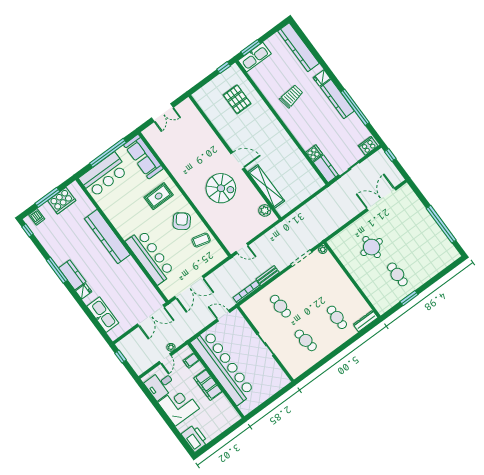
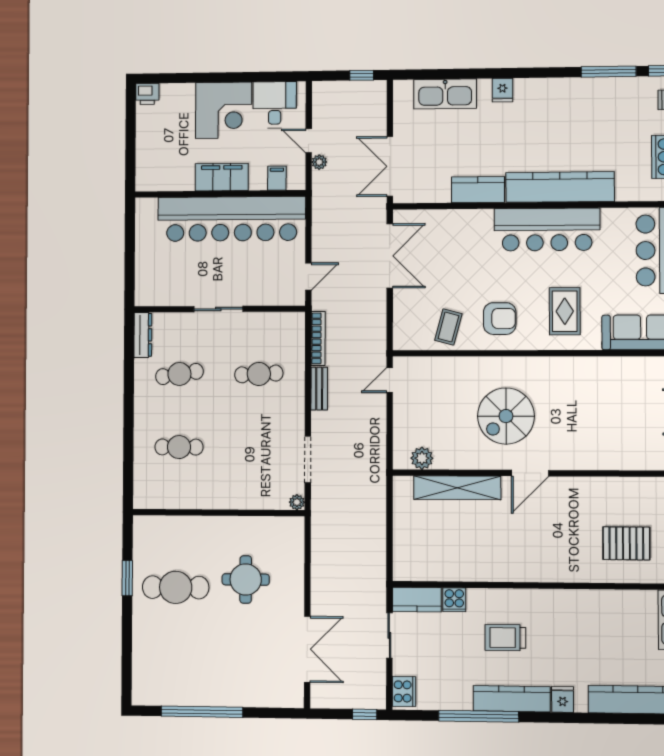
trolley: (291, 96) -> (505, 638), moved, turned 99
armchair: (182, 221) -> (500, 319), turned -40
bar counter: (150, 257) -> (547, 230), moved
window: (57, 270) -> (609, 72), moved
cafe table: (397, 274) -> (176, 587), width x1.37, depth x1.35
kitchen counter: (72, 275) -> (478, 190), moved, turned 180
double door: (189, 287) -> (390, 256), swing flipped
dresser: (365, 321) -> (143, 335), moved
printer: (195, 438) -> (147, 94), width x0.53, depth x0.68

